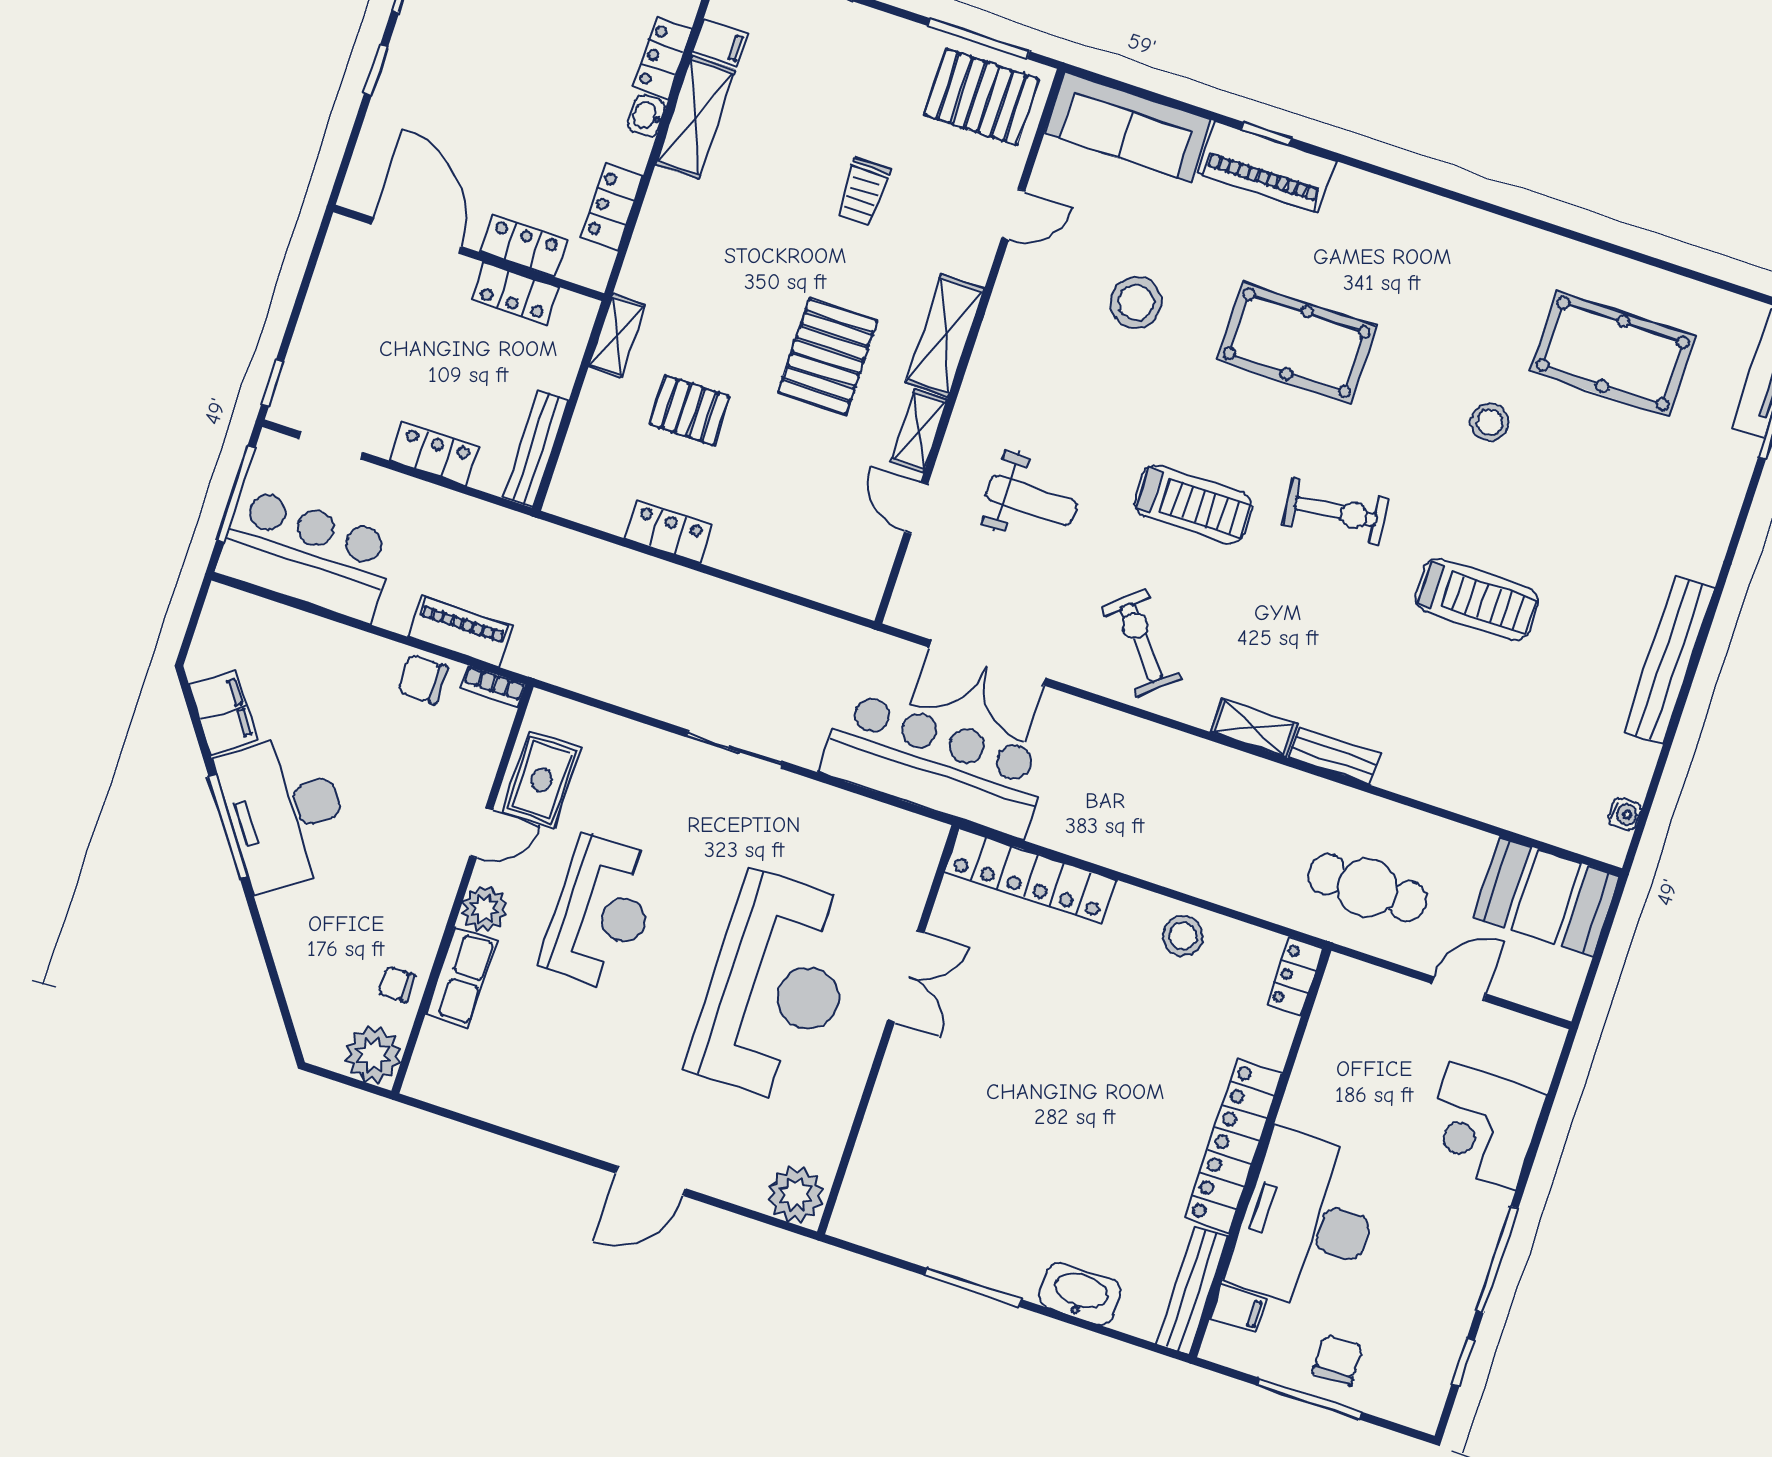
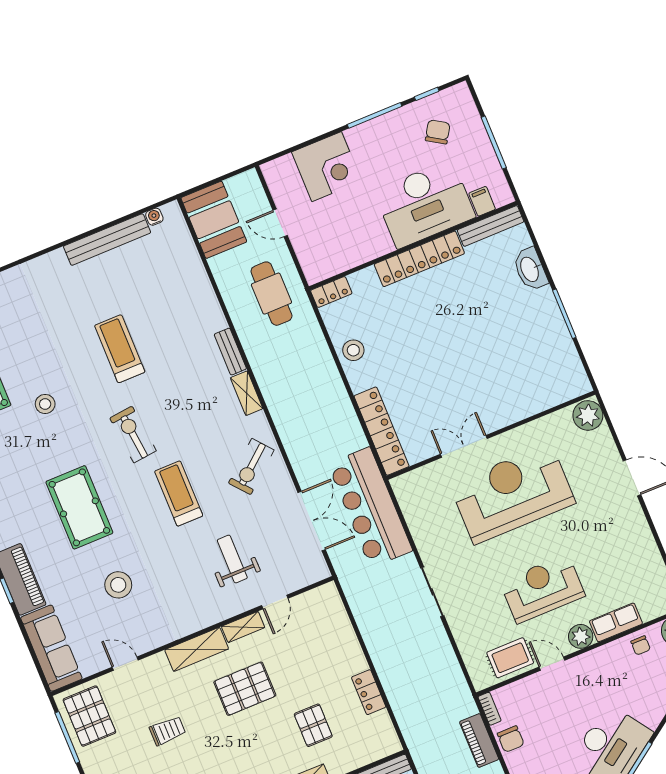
bench: (1670, 660) -> (107, 240), moved
chair: (1338, 1360) -> (438, 132), moved, turned 122

